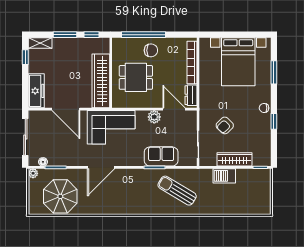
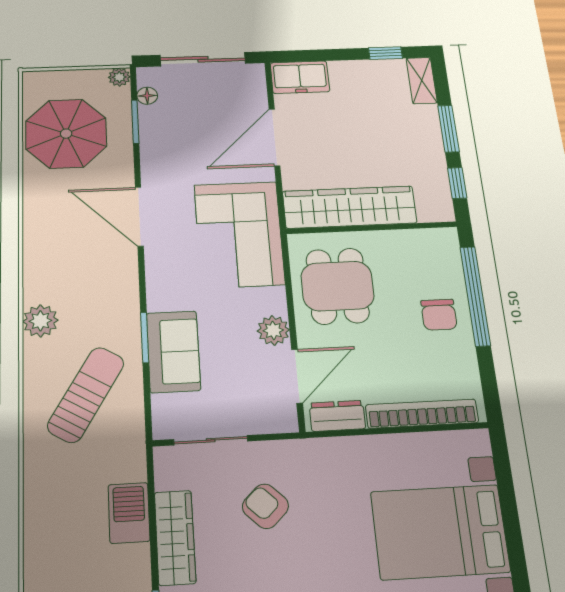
dining table: (136, 77) -> (337, 286), moved
freezer: (36, 91) -> (300, 77), width x0.71
plant: (145, 208) -> (40, 321), added

